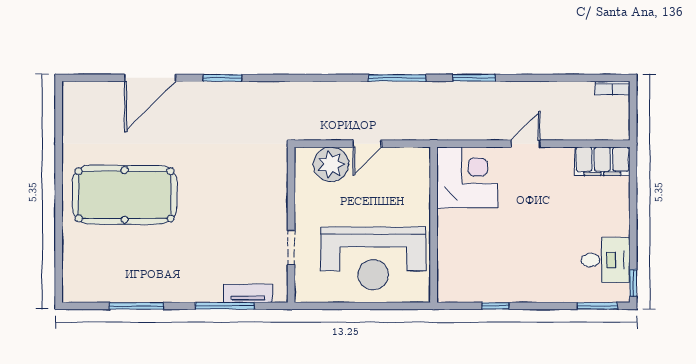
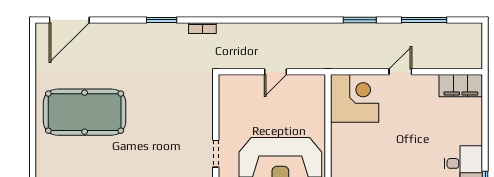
door: (150, 78) -> (69, 20), moved
window: (397, 78) -> (424, 20), moved
bookcase: (612, 88) -> (202, 28), moved
plant: (331, 164) -> (247, 88), removed

